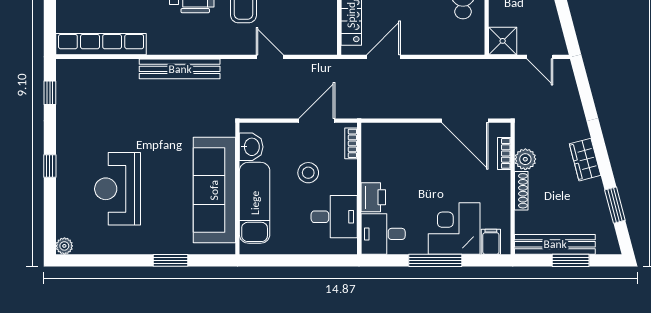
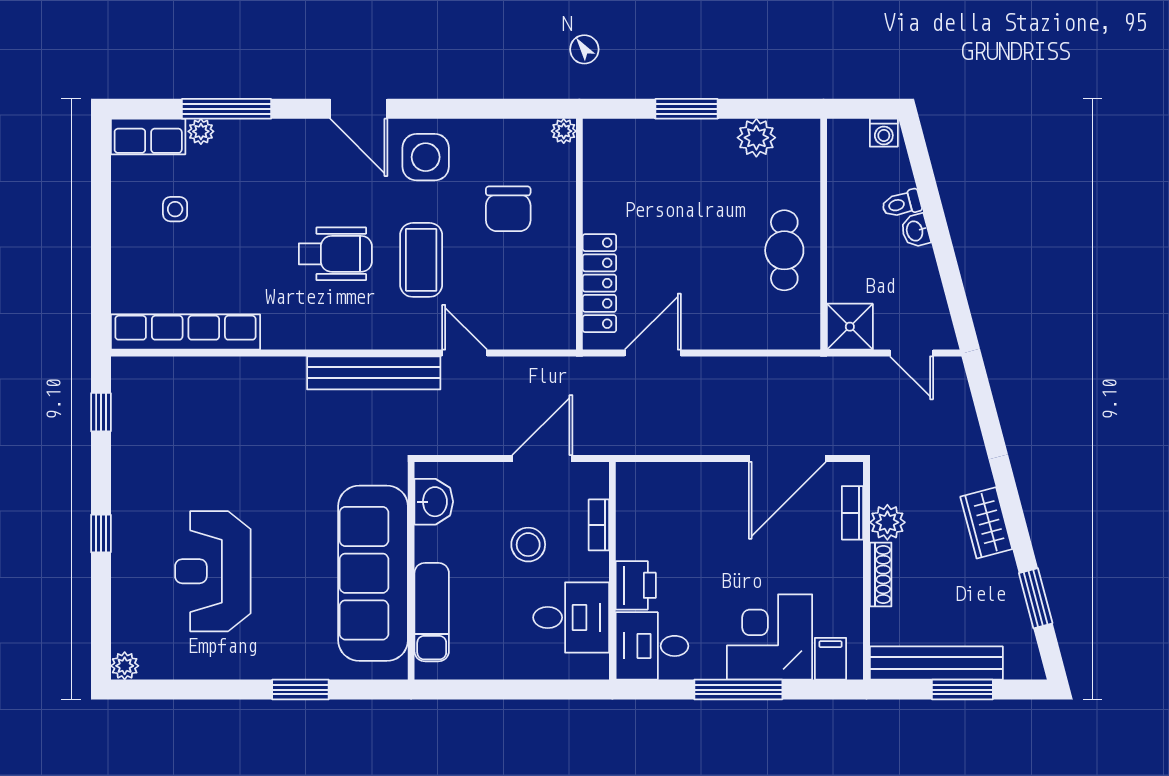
bench: (180, 69) -> (374, 373), moved
door: (465, 121) -> (787, 459), hinge flipped
bookcase: (351, 143) -> (599, 525), moved
exam couch: (255, 203) -> (432, 612), width x0.73, depth x0.69

